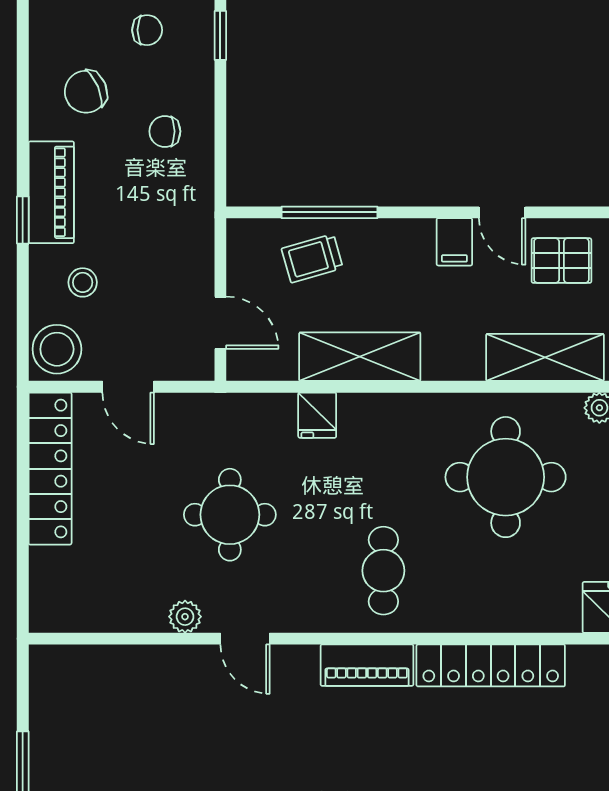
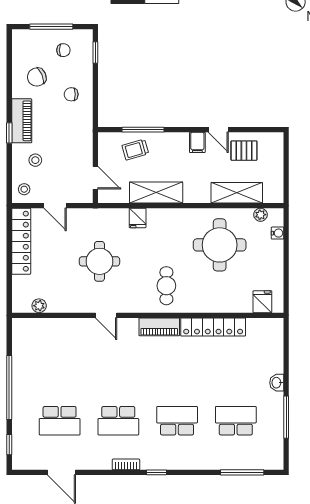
stool: (57, 349) -> (24, 189), width x0.53, depth x0.53
plant: (185, 617) -> (39, 306), moved

